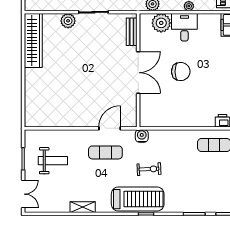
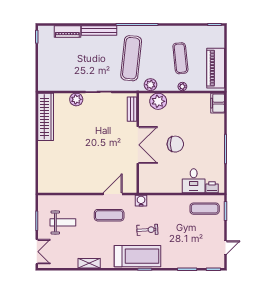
desk: (184, 27) -> (194, 181), moved, turned 180

